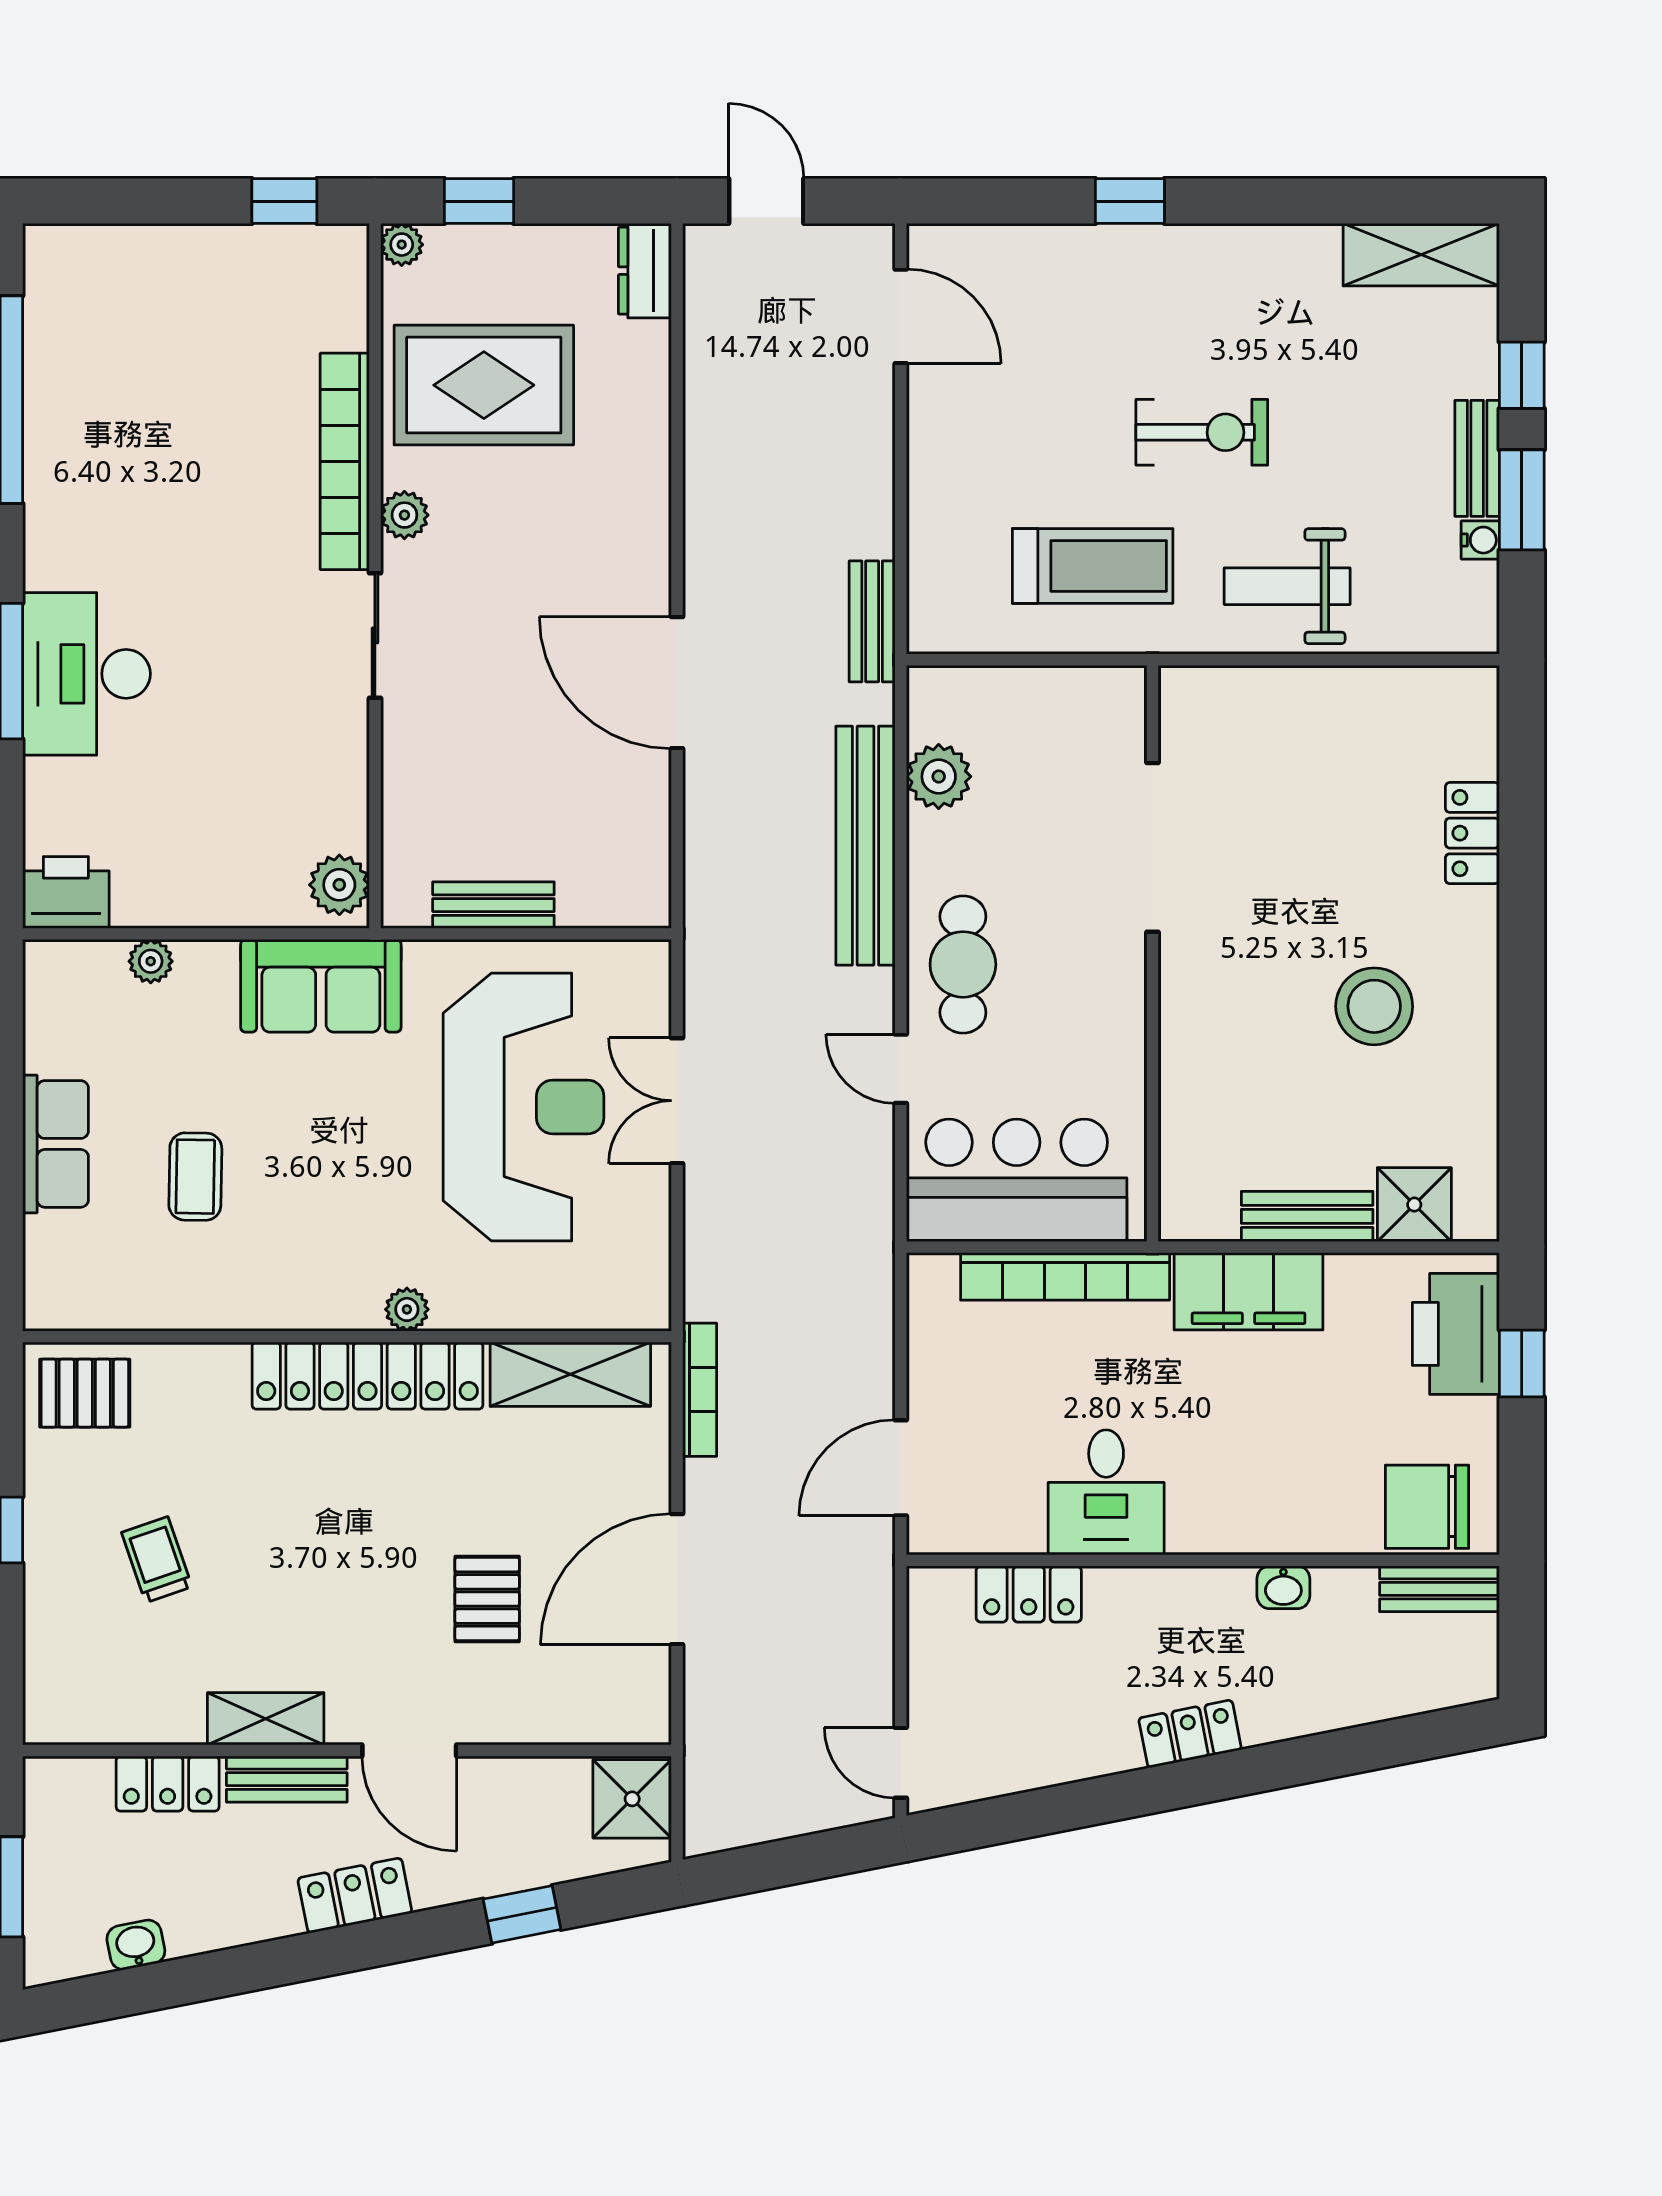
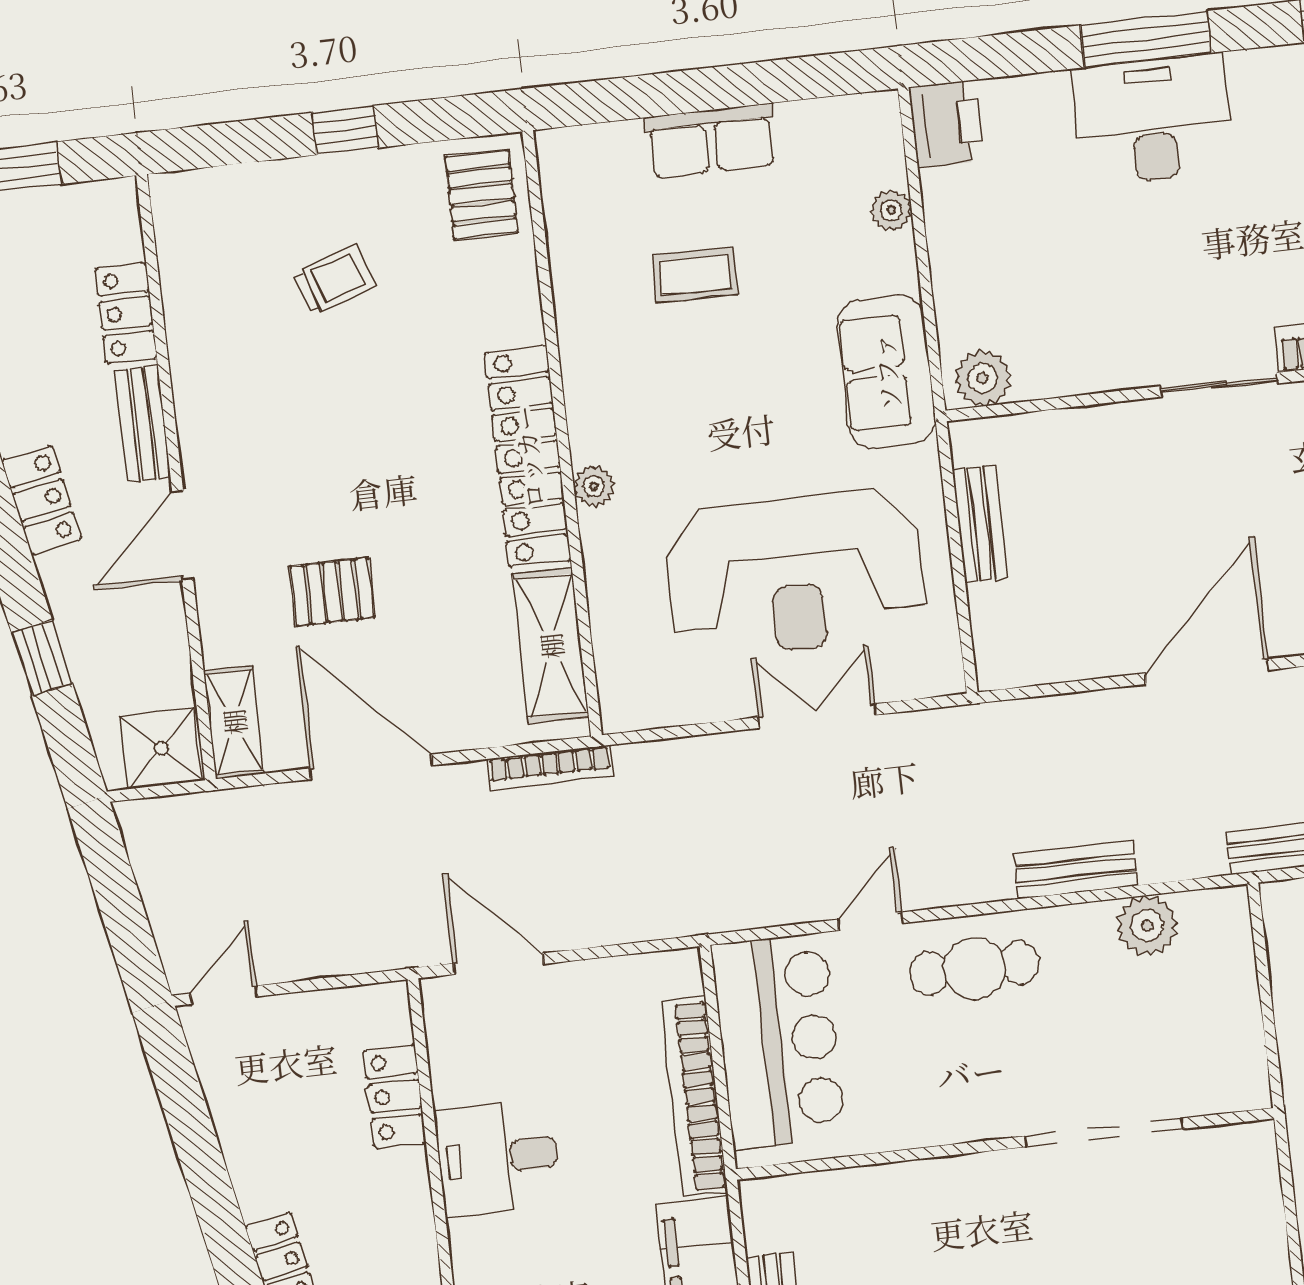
bench: (865, 846) -> (1076, 870), width x0.54, depth x0.82
shelving: (266, 1719) -> (234, 722), moved

